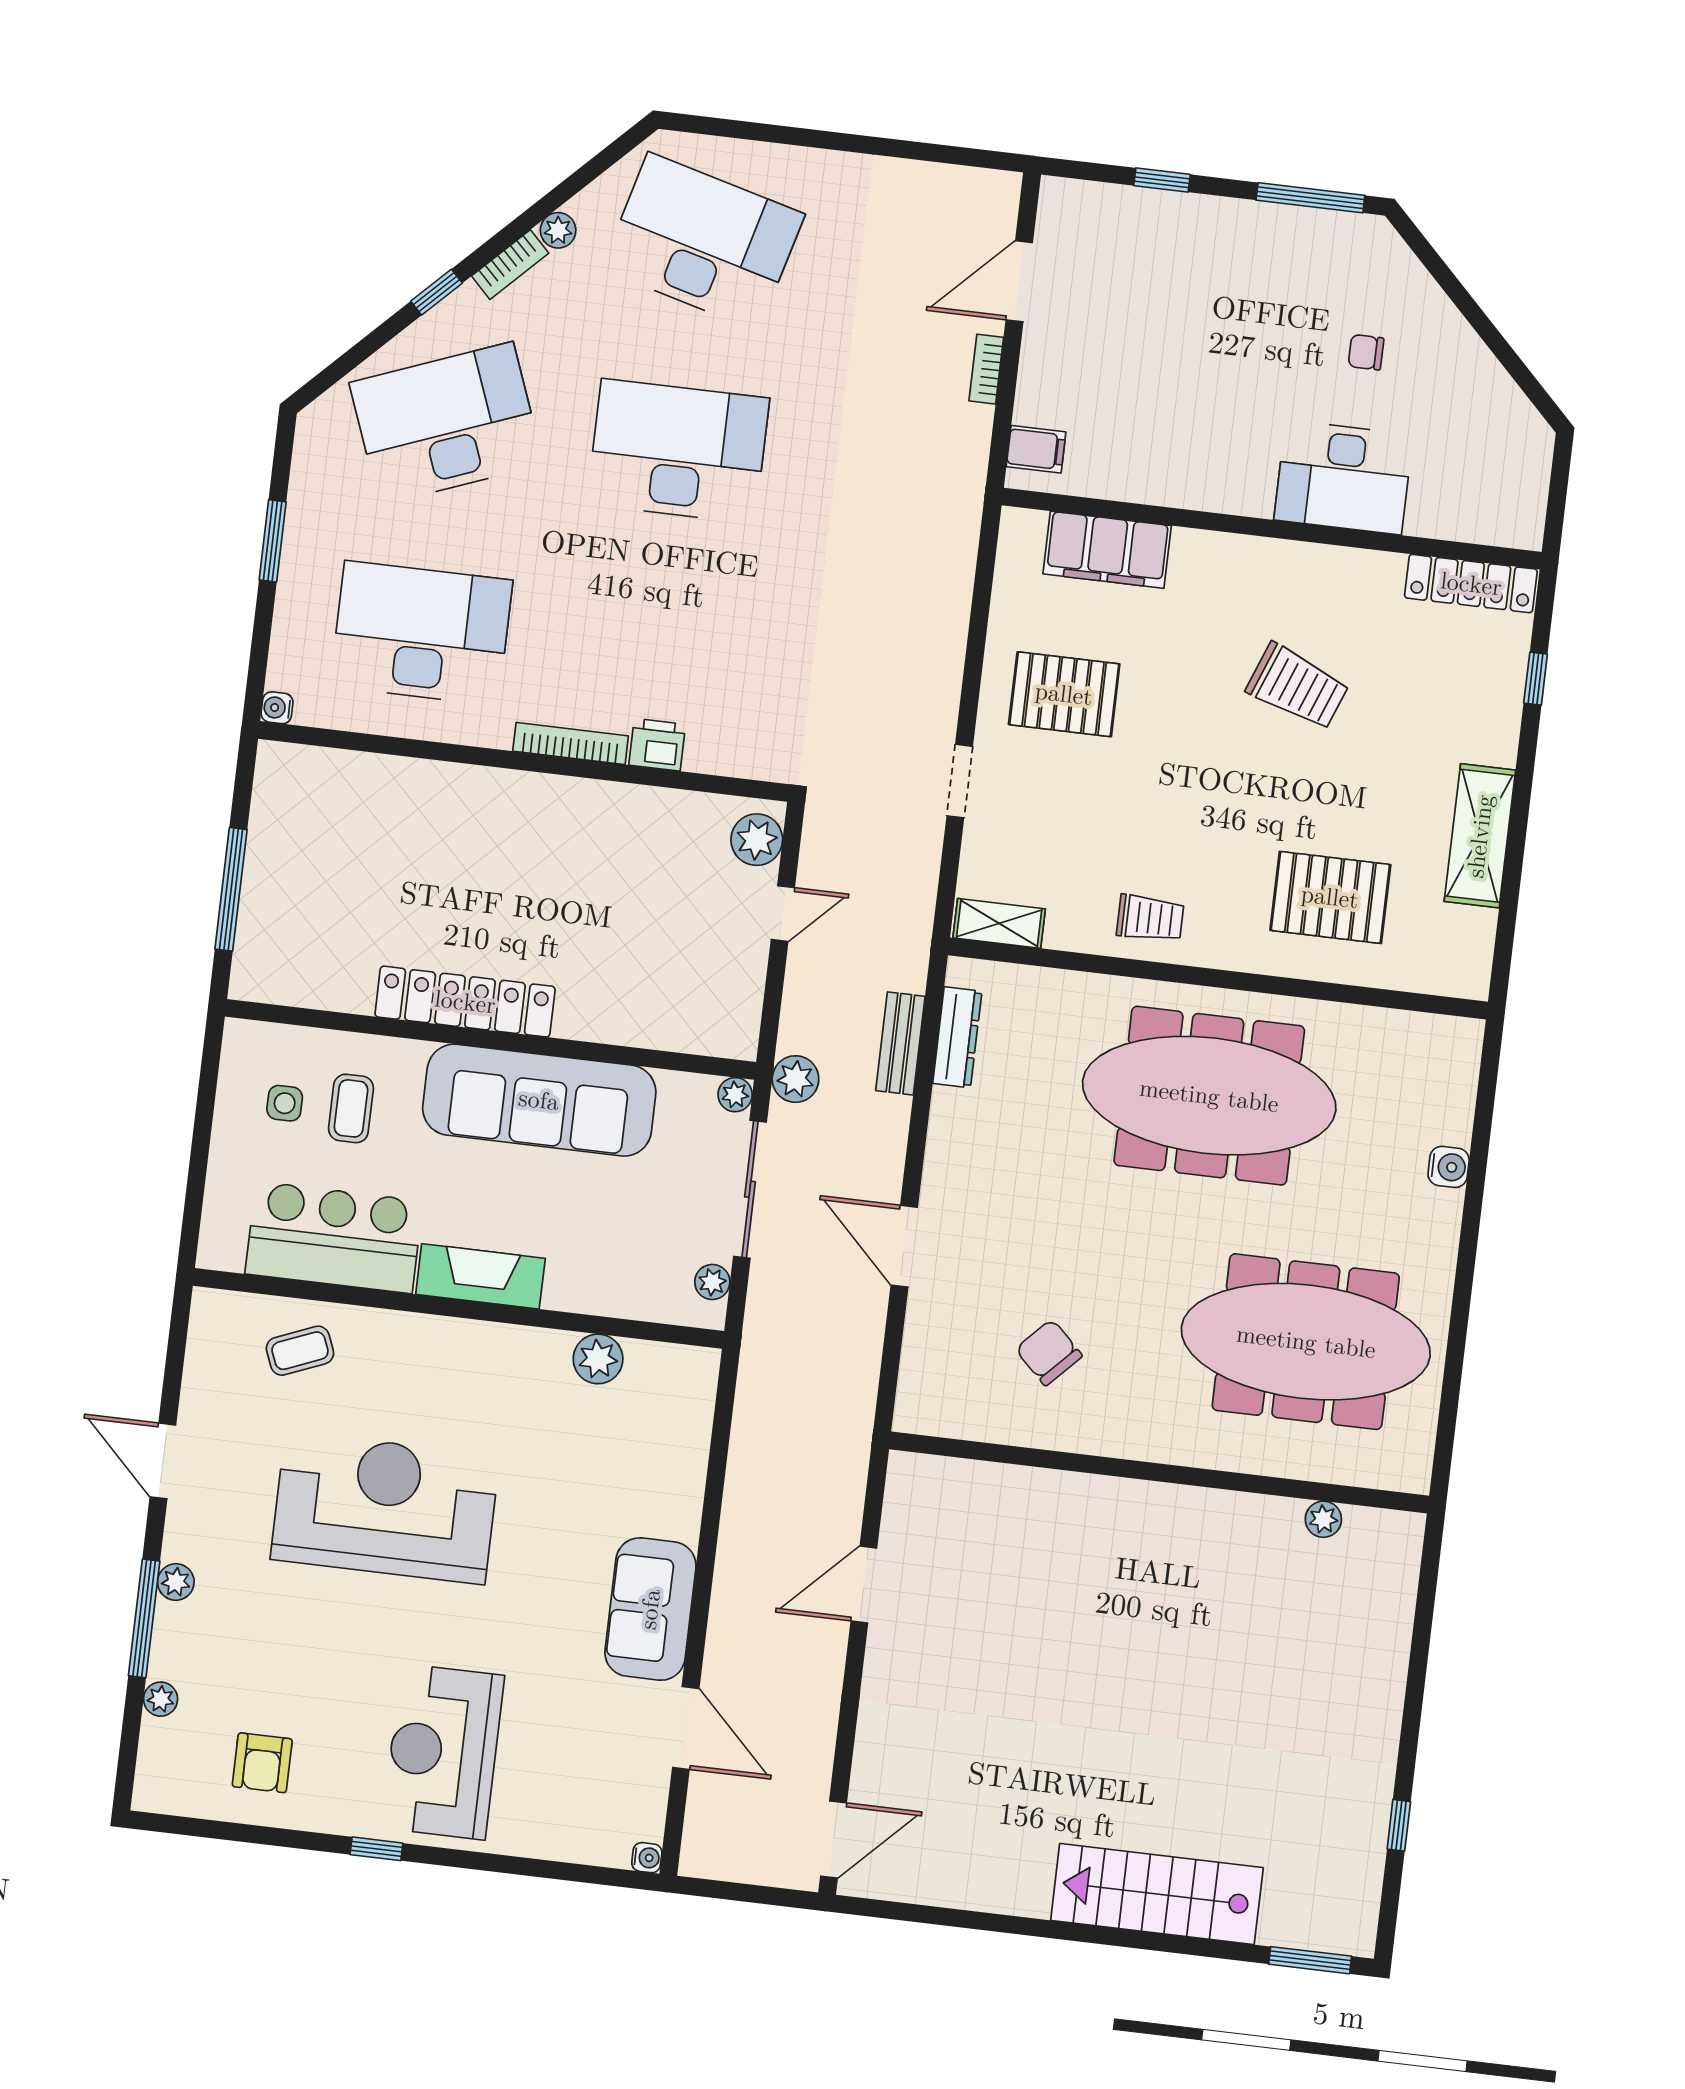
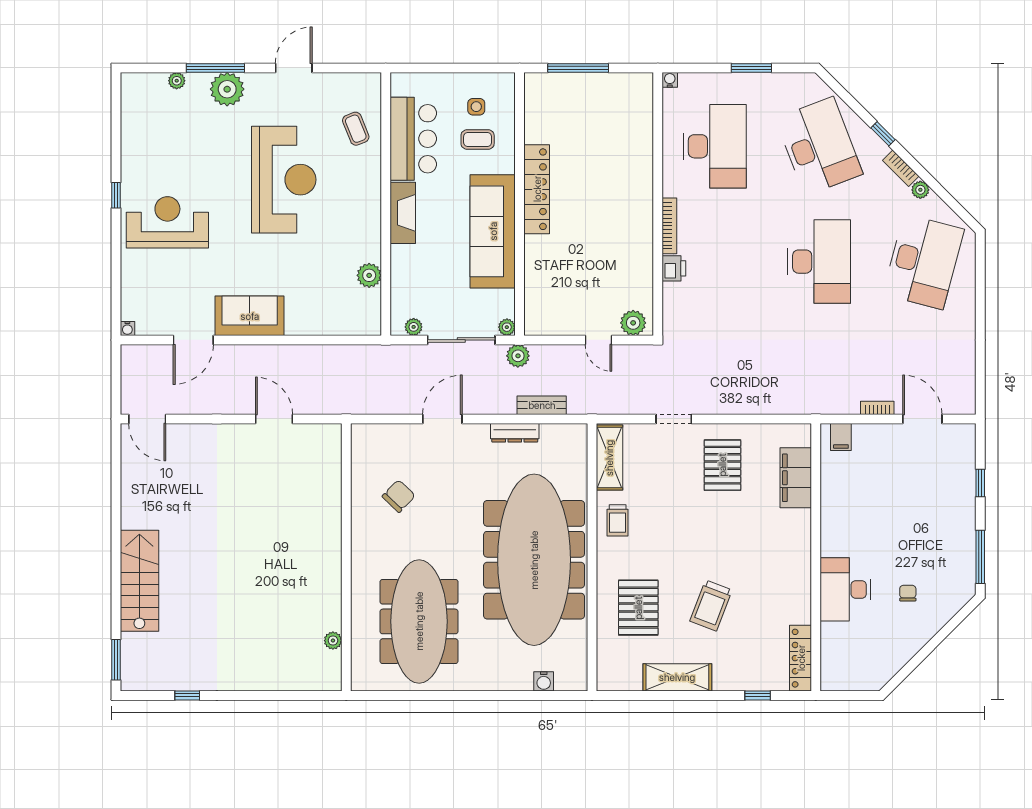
trolley: (1298, 687) -> (711, 606), moved
shelving: (999, 923) -> (609, 458), width x1.50, depth x1.33
dresser: (957, 1037) -> (515, 433), moved
meeting table: (1209, 1096) -> (534, 560), width x1.36, depth x1.27
water cooler: (1449, 1167) -> (544, 681), moved
plant: (176, 1582) -> (227, 89), width x1.87, depth x1.87
armchair: (262, 1763) -> (151, 134), removed

